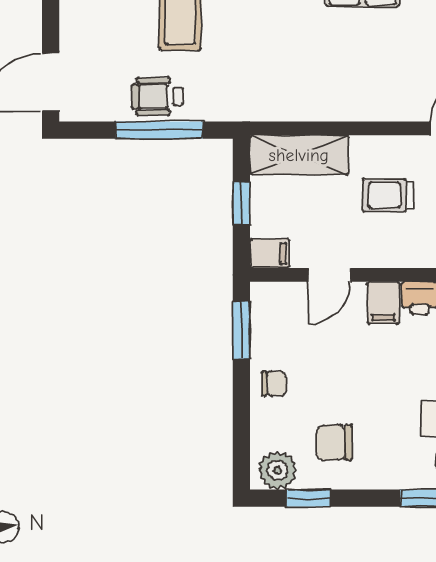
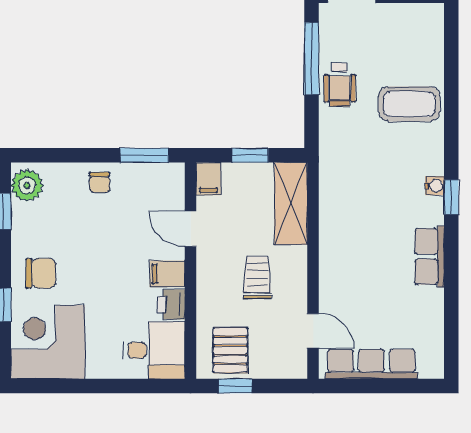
wheelchair: (157, 97) -> (340, 85), turned 180
window: (159, 130) -> (312, 59), moved
chair: (334, 442) -> (41, 273), moved, turned 90

